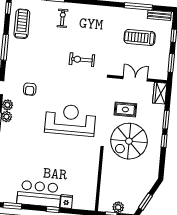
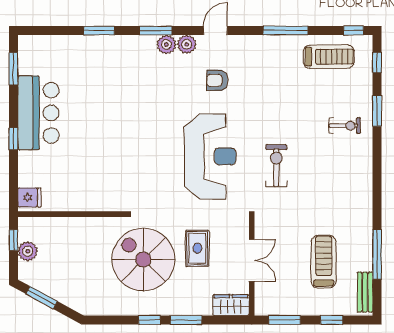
reception desk: (70, 120) -> (210, 156), moved
fridge: (66, 201) -> (29, 197), moved

